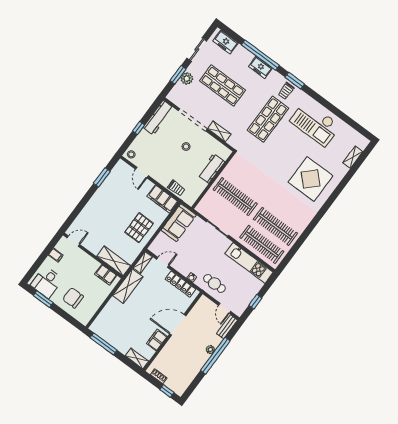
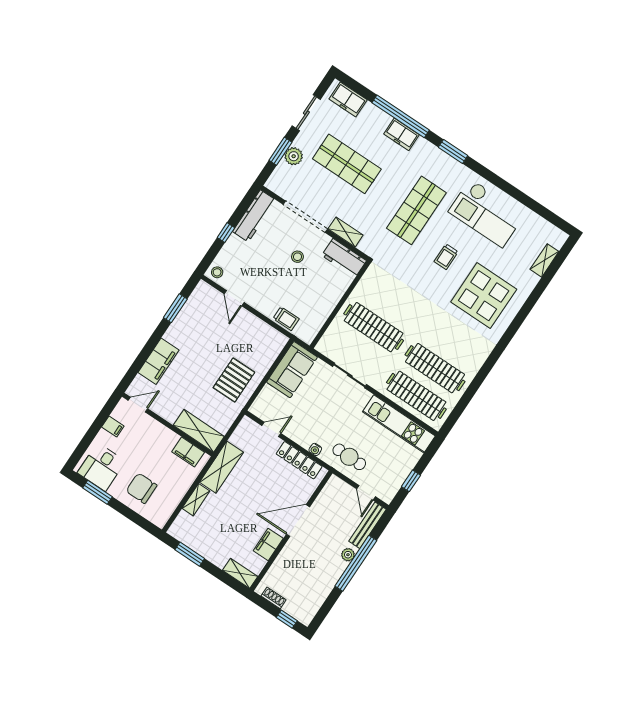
trolley: (286, 91) -> (446, 257), moved
workbench: (211, 168) -> (344, 258), moved, turned -90
filing cabinet: (163, 199) -> (159, 361), moved, turned -90
shelving: (143, 263) -> (196, 500), moved
bench: (227, 327) -> (367, 525), width x1.36
window: (103, 344) -> (190, 554), width x0.69

